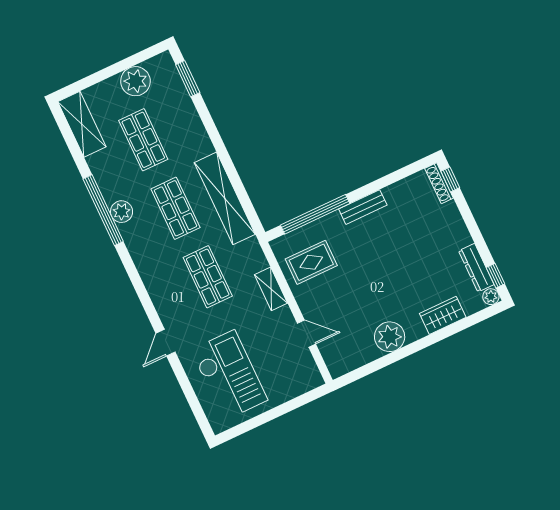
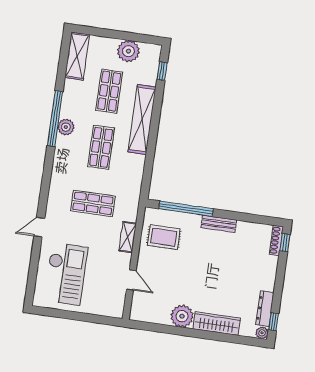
window: (188, 79) -> (162, 71), width x0.67
shelving: (225, 198) -> (142, 119), moved
shop shelf: (208, 277) -> (93, 203), turned 90
wardrobe: (443, 315) -> (217, 324), width x1.50

